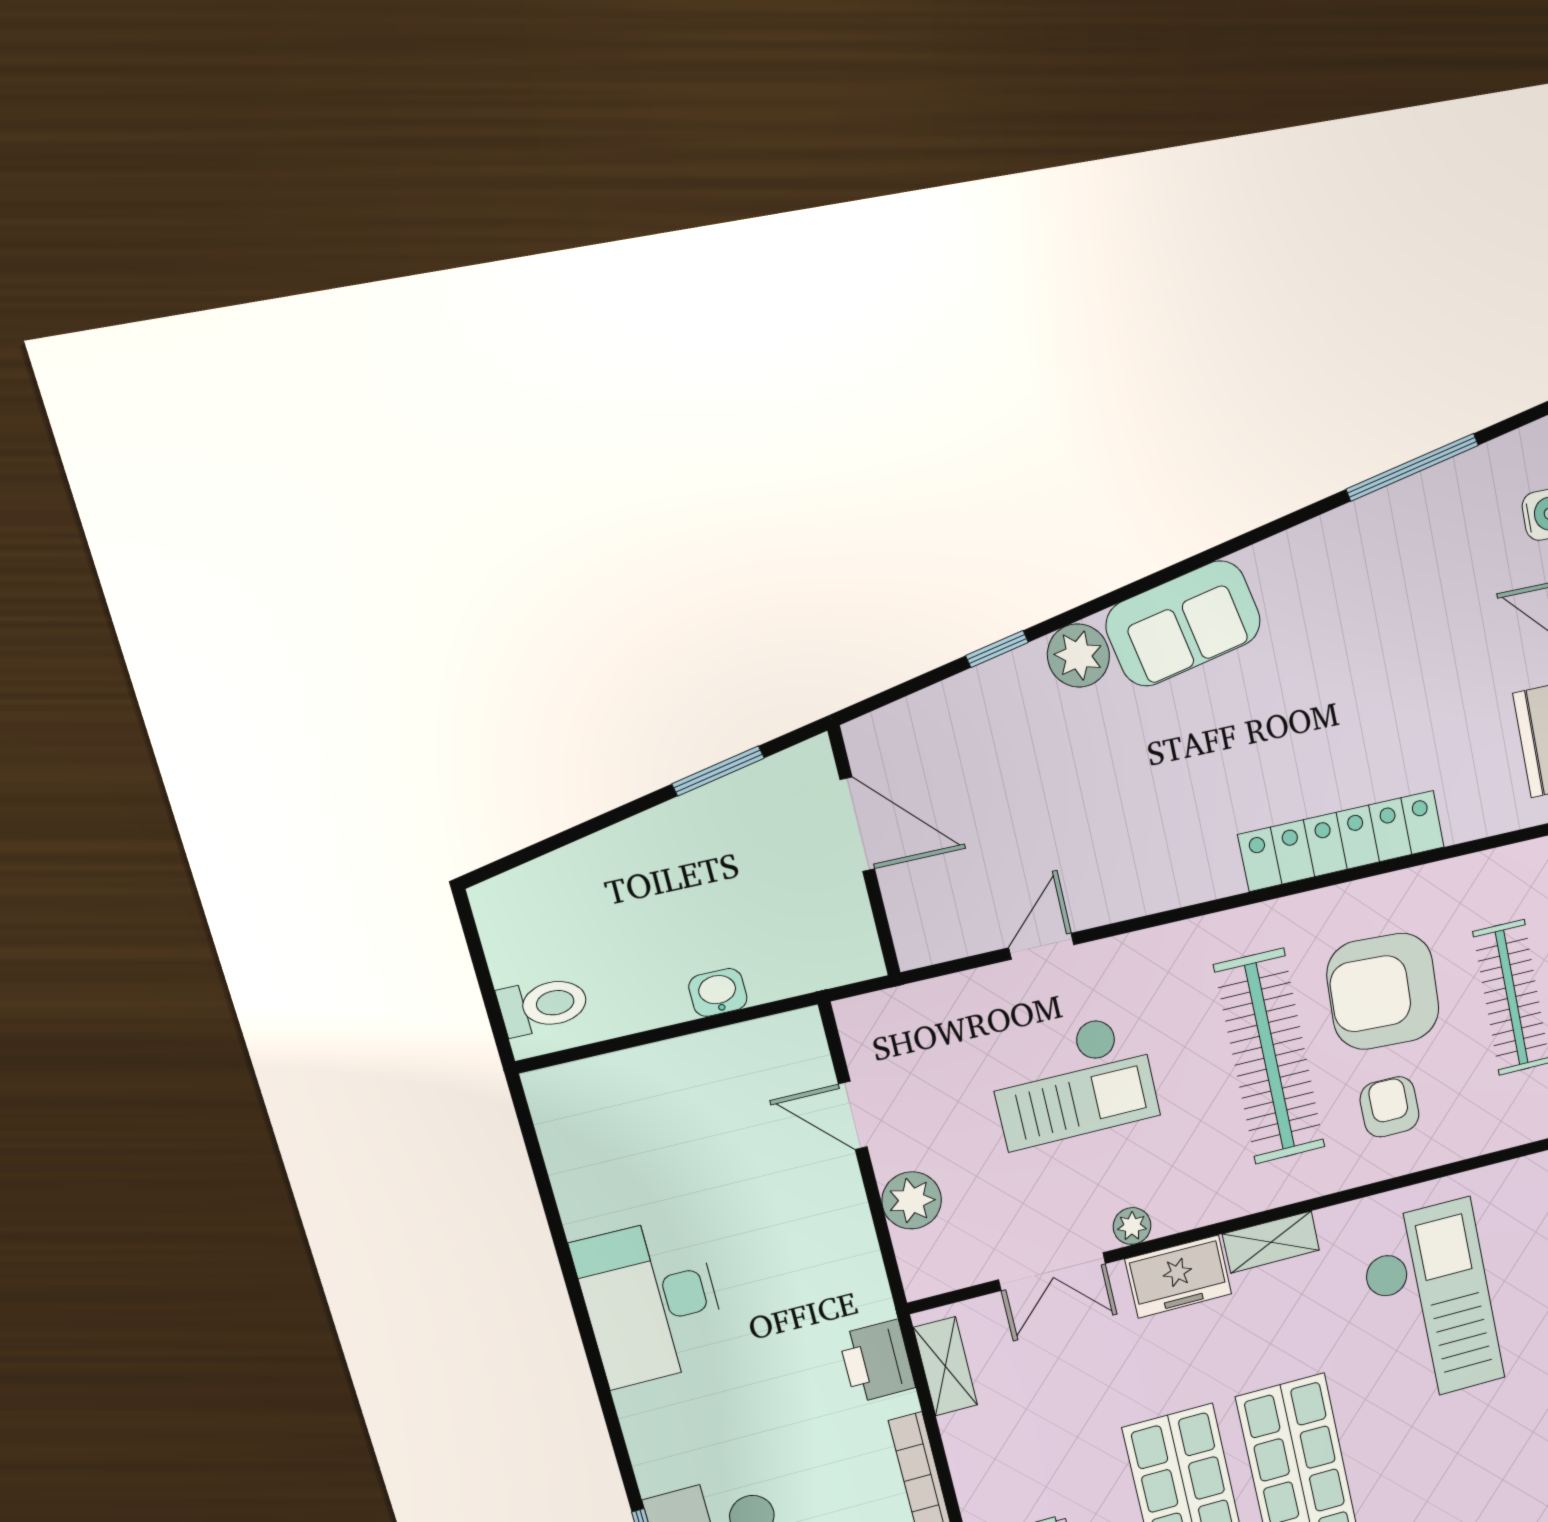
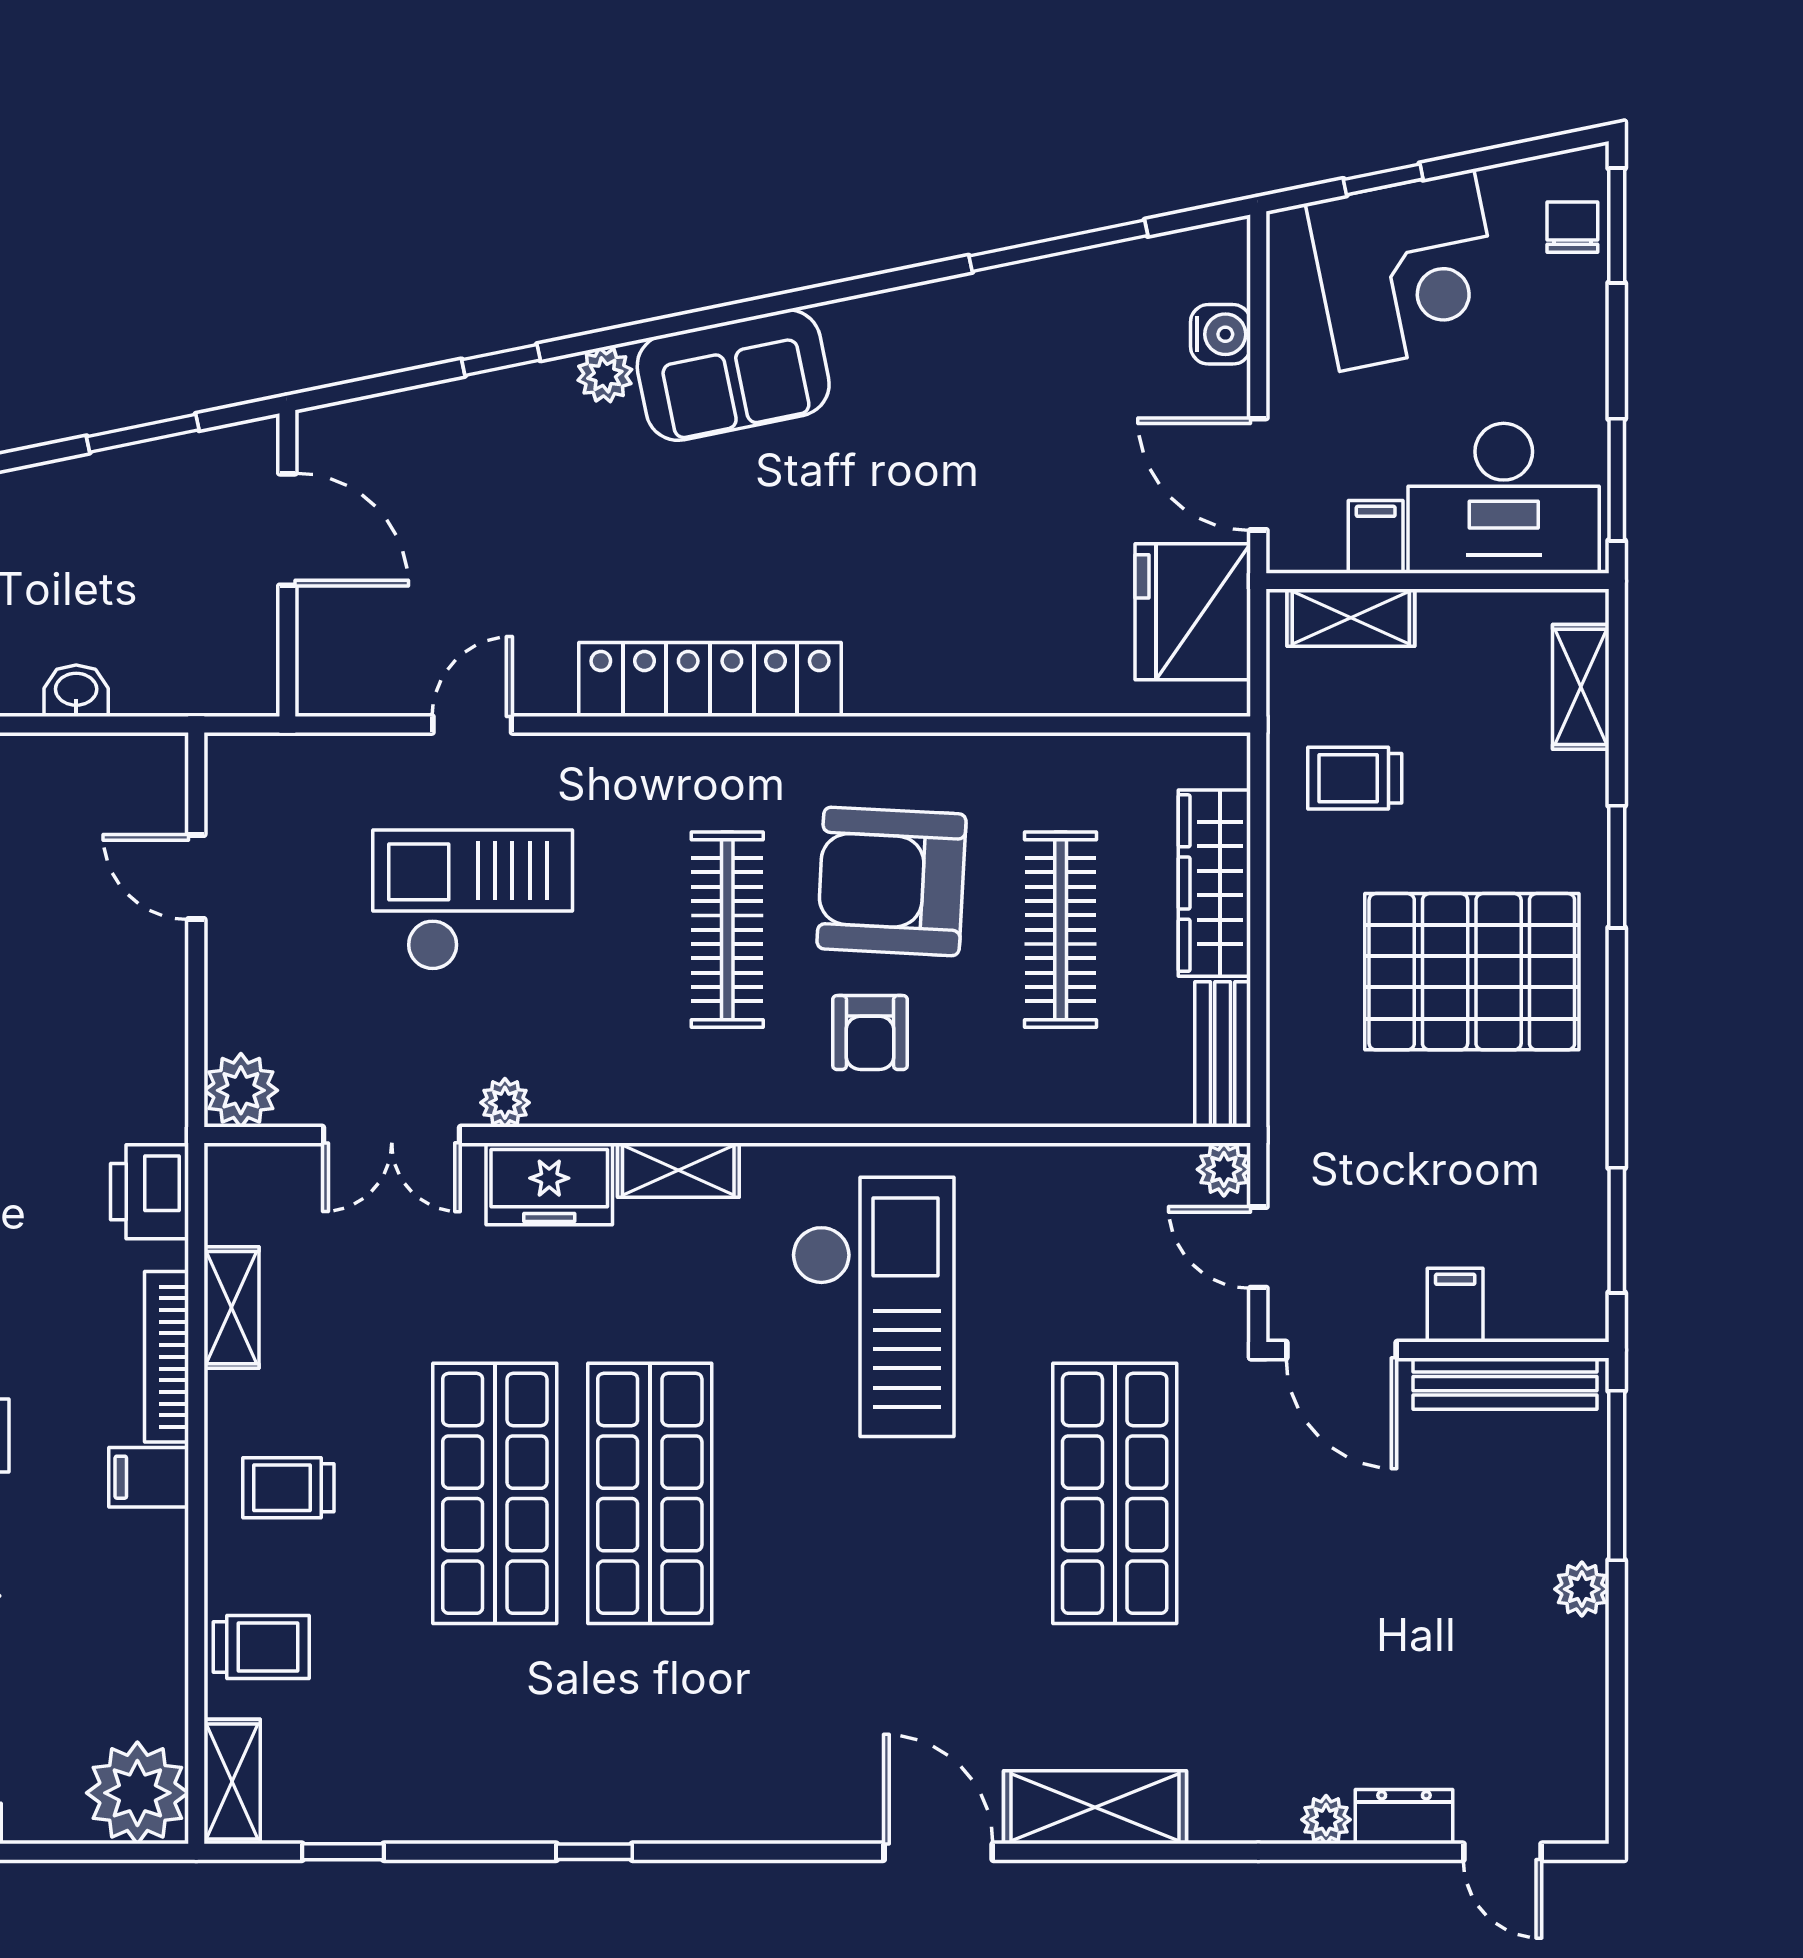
plant: (1078, 655) -> (605, 375), width x0.73, depth x0.73
locker: (1342, 841) -> (710, 680), moved
clothes rail: (1270, 1057) -> (727, 930), width x0.73, depth x0.76
checkout: (1073, 1081) -> (473, 900), turned 180
armchair: (1390, 1107) -> (870, 1033), turned 180
plant: (912, 1200) -> (241, 1090), moved
shelving: (946, 1366) -> (231, 1308), moved

